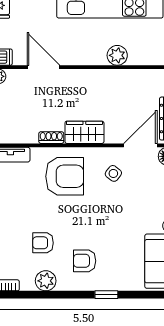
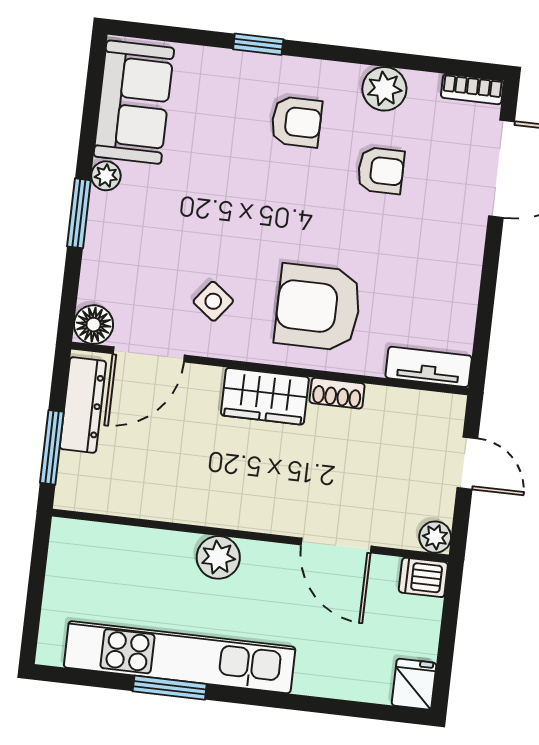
plant: (117, 55) -> (218, 557), moved

